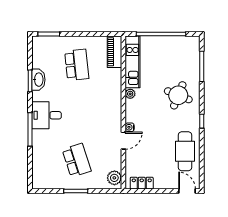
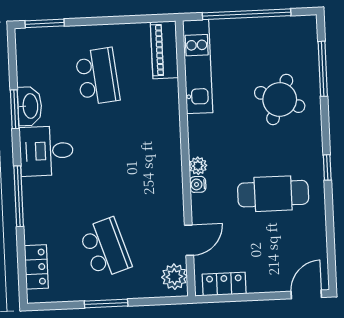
plant: (130, 94) -> (198, 166), moved
round table: (178, 95) -> (280, 99), moved
desk: (46, 115) -> (46, 151), moved
door: (123, 141) -> (189, 240), moved
cafe table: (185, 151) -> (273, 194), moved, turned 90
locker: (38, 169) -> (36, 267), added
door: (187, 191) -> (306, 294), hinge flipped

